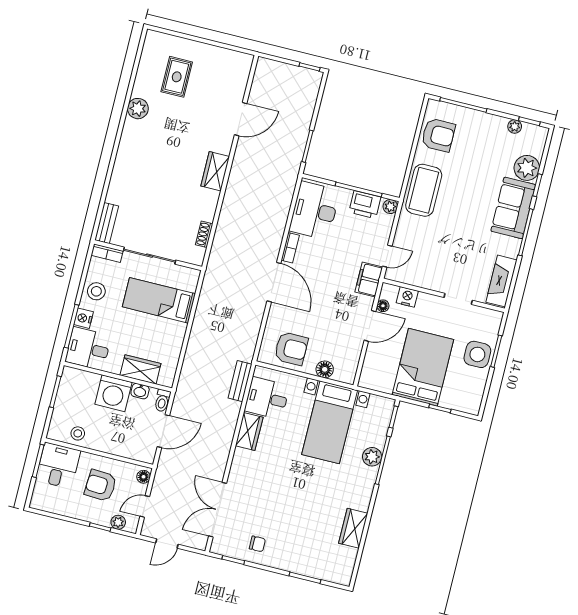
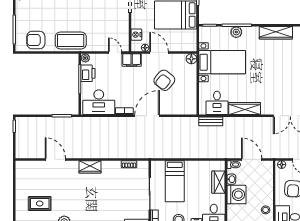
armchair: (438, 135) -> (36, 40), turned -90
armchair: (291, 349) -> (164, 80), moved, turned -141
floor lamp: (325, 369) -> (191, 59), moved
wardrobe: (249, 432) -> (245, 109), width x1.50
wardrobe: (353, 528) -> (276, 33), width x1.50

